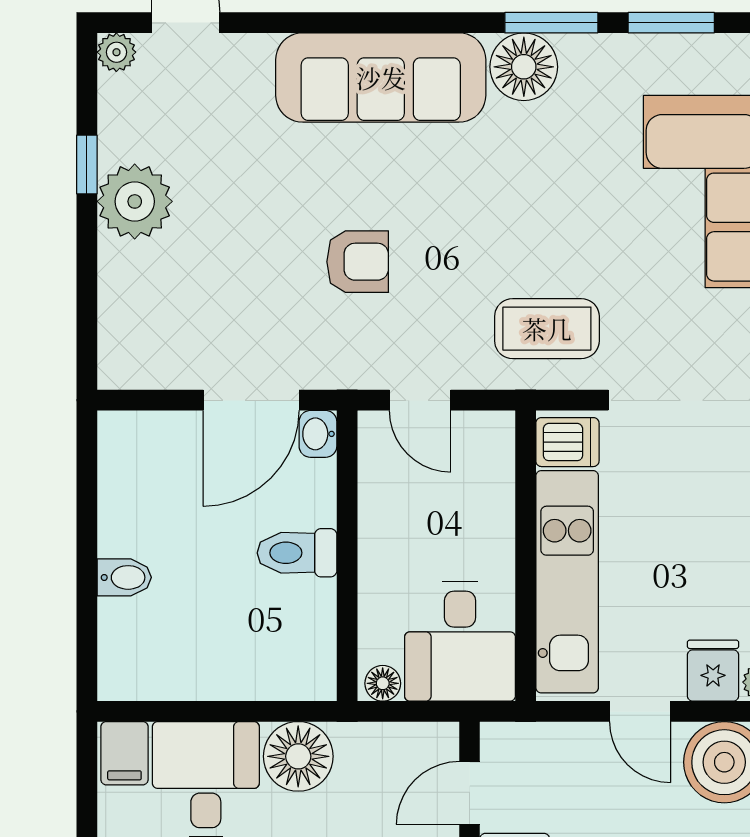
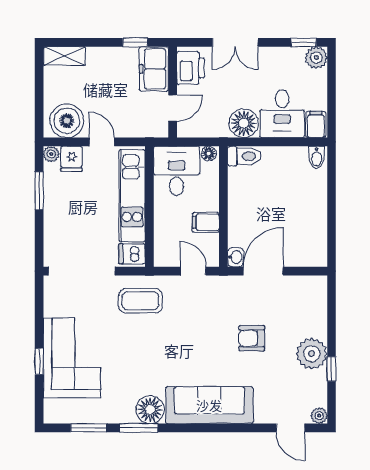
armchair: (358, 262) -> (252, 338), moved
filing cabinet: (389, 518) -> (206, 222), added
toilet: (297, 553) -> (244, 156), moved
bidet: (124, 577) -> (317, 157), moved, turned -90

